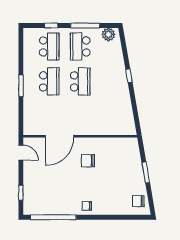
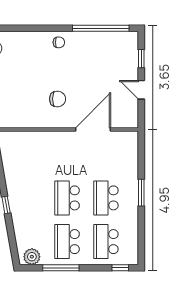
window: (51, 26) -> (120, 268), moved
school desk: (80, 46) -> (67, 242), turned 180
door: (21, 153) -> (141, 90), moved

